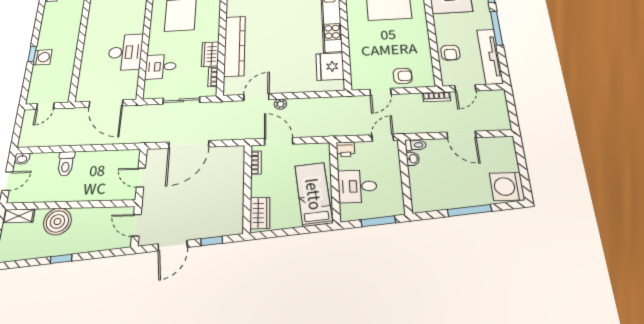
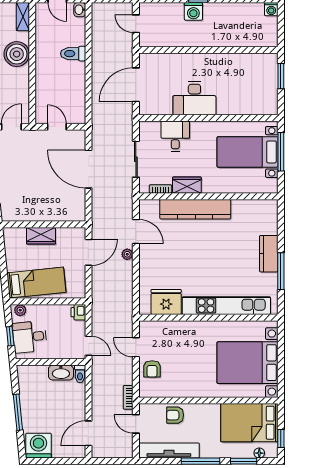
door: (461, 135) -> (88, 433), moved
washbasin: (413, 159) -> (61, 373), width x1.91, depth x1.45
bookcase: (256, 163) -> (68, 232), removed
door: (141, 178) -> (57, 127), hinge flipped
desk: (357, 186) -> (30, 337), moved, turned -96
plant: (346, 211) -> (20, 310), added
wardrobe: (260, 213) -> (41, 236), moved
window: (378, 221) -> (10, 336), width x0.67

